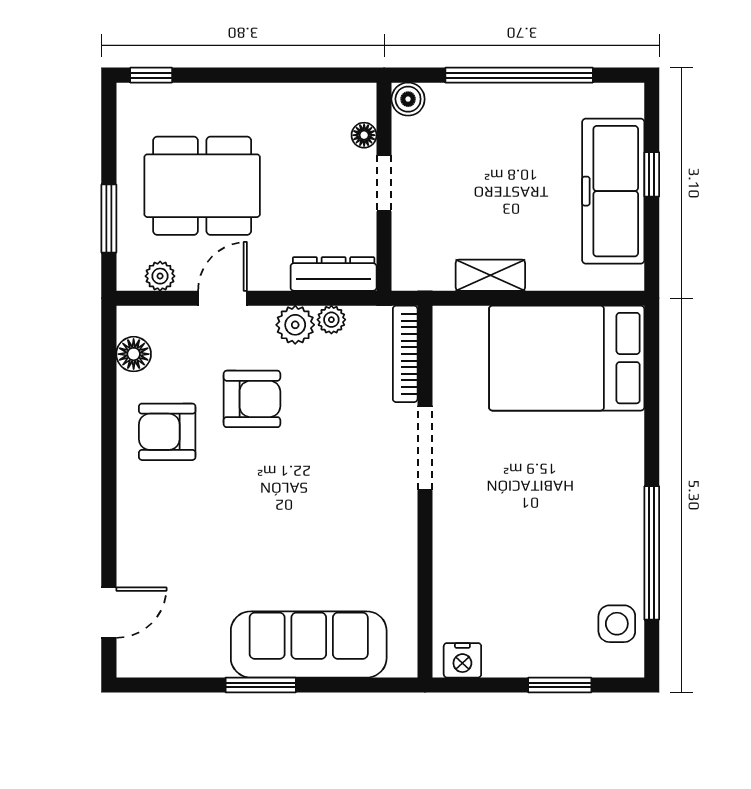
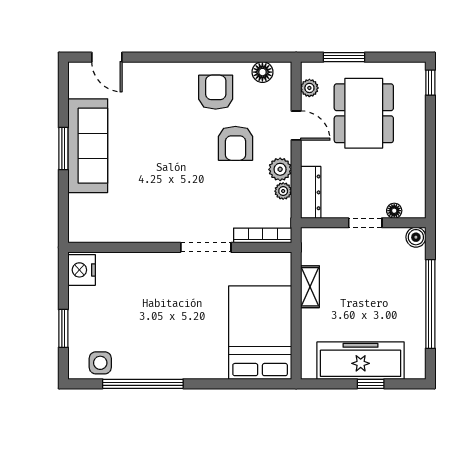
sofa: (309, 644) -> (88, 146), moved
nightstand: (462, 660) -> (82, 270), width x1.36, depth x1.33

